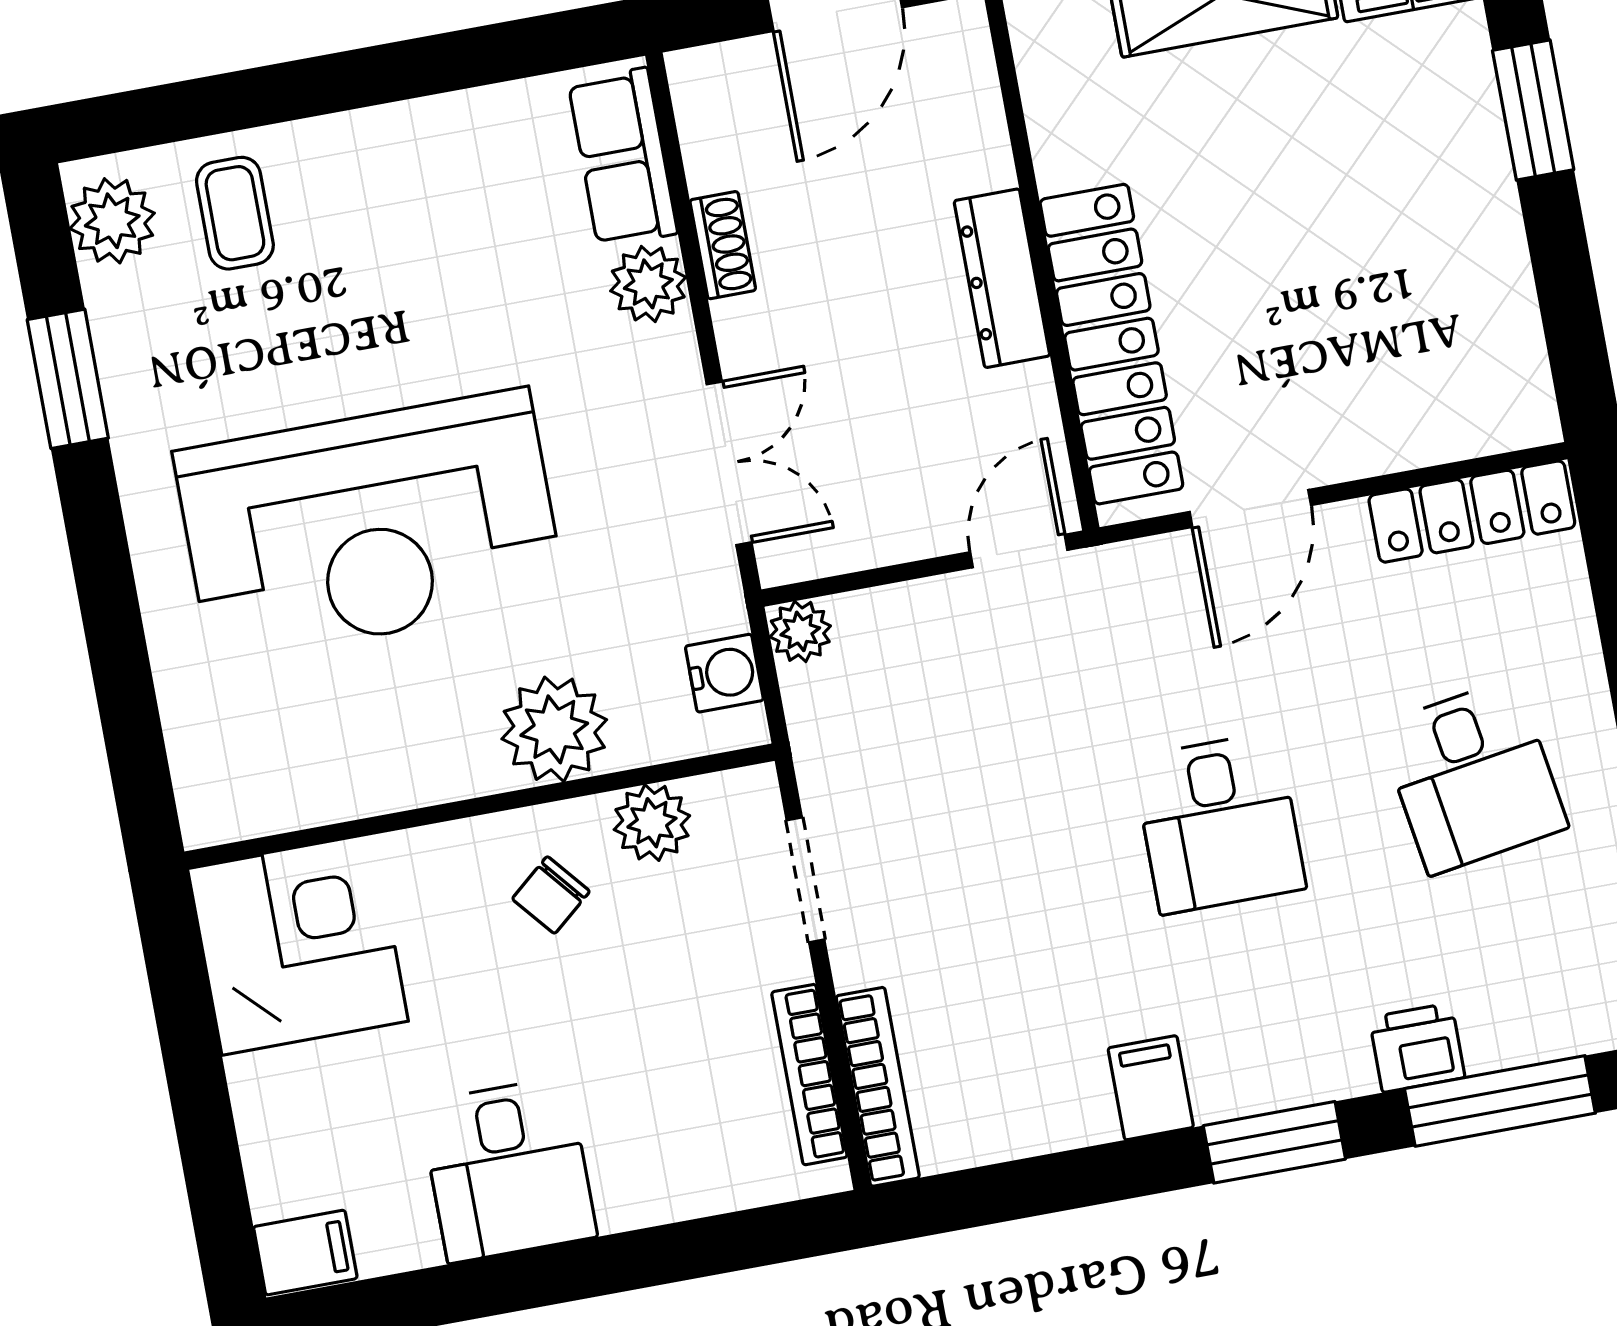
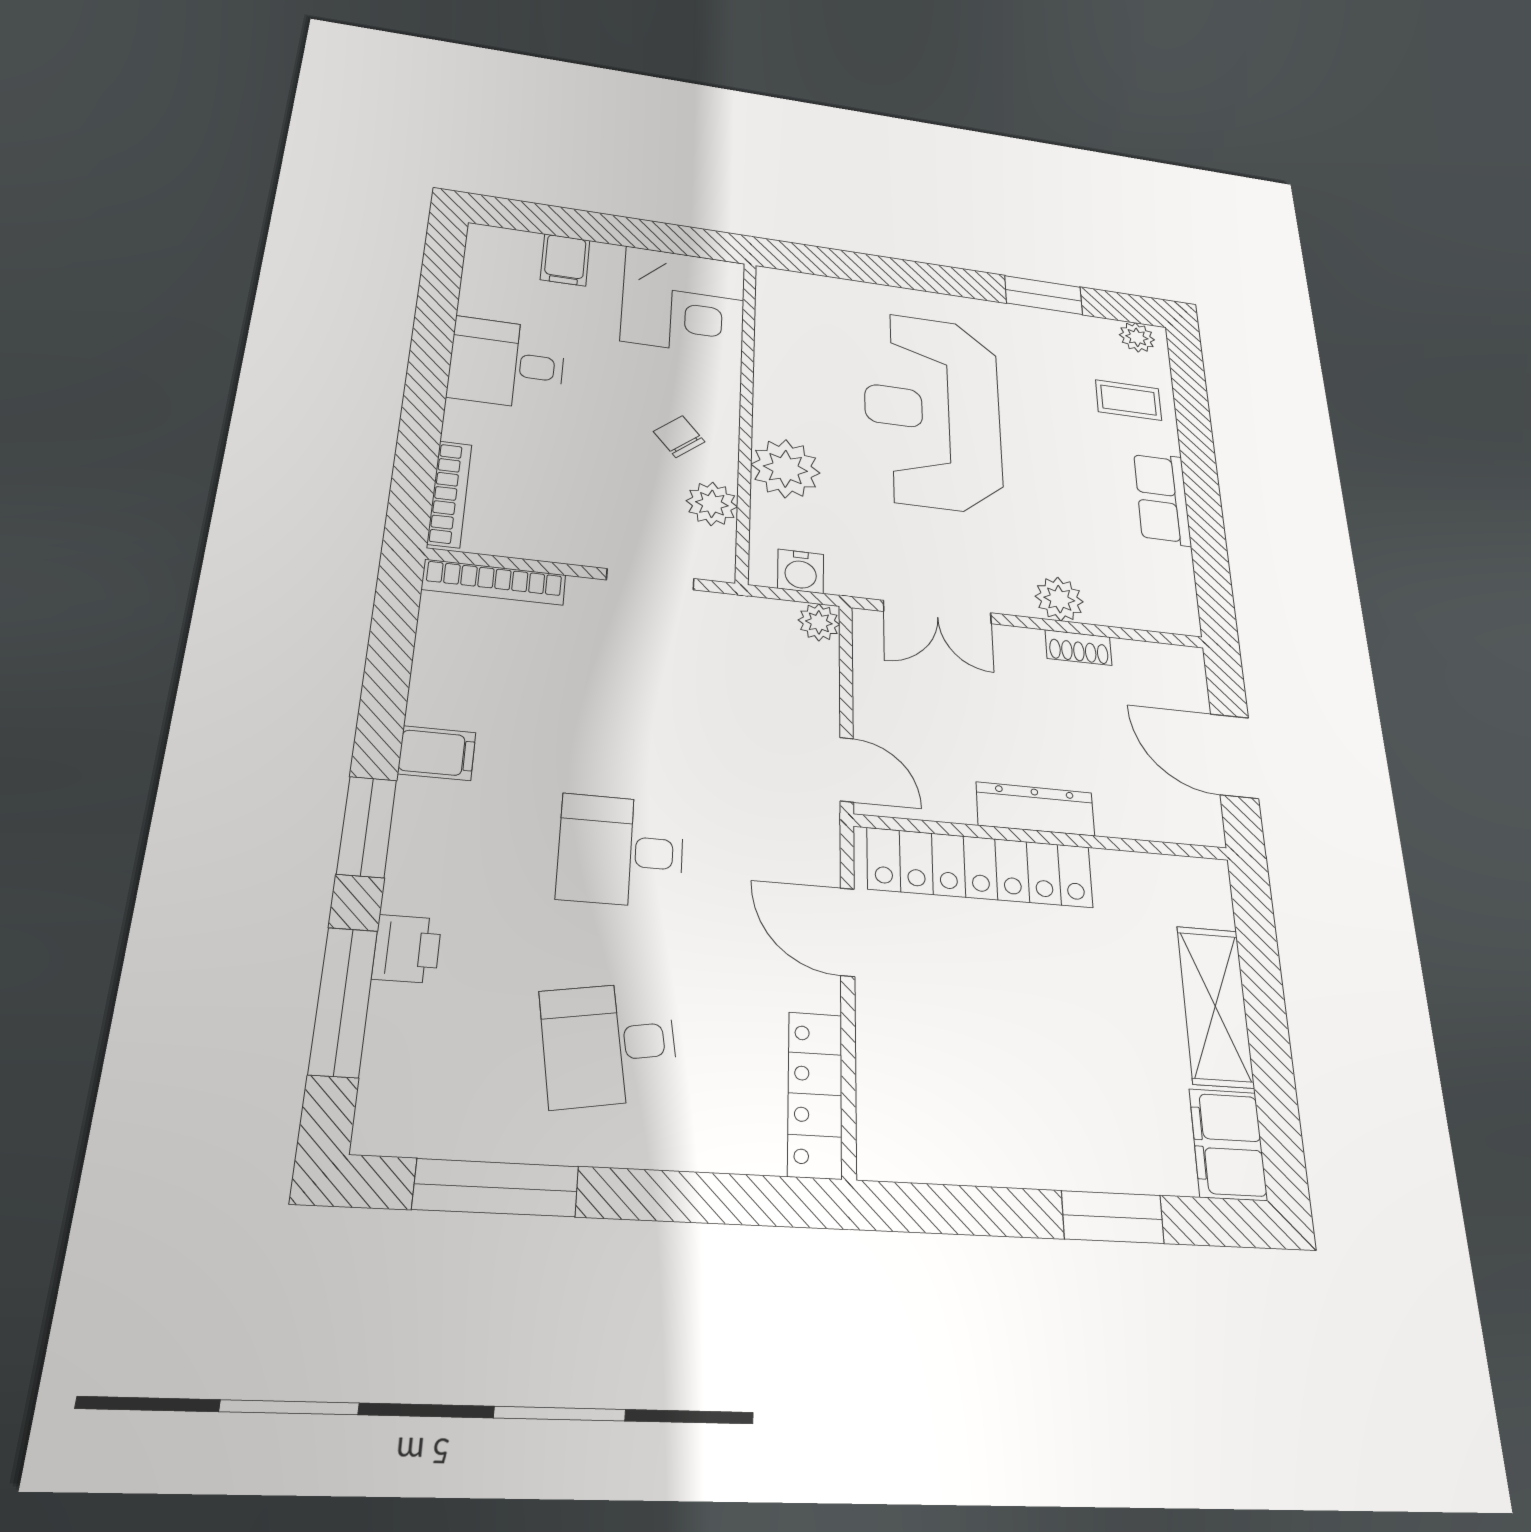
row of seats: (623, 157) -> (1162, 498), moved, turned -90
plant: (112, 221) -> (1137, 337), width x0.73, depth x0.73
bookcase: (809, 1075) -> (450, 494), moved, turned 90
filing cabinet: (305, 1253) -> (565, 260), moved

